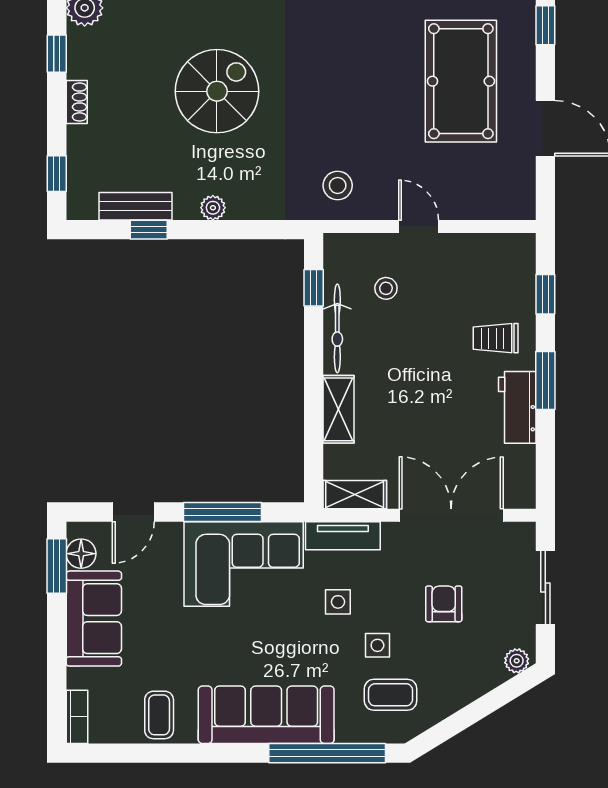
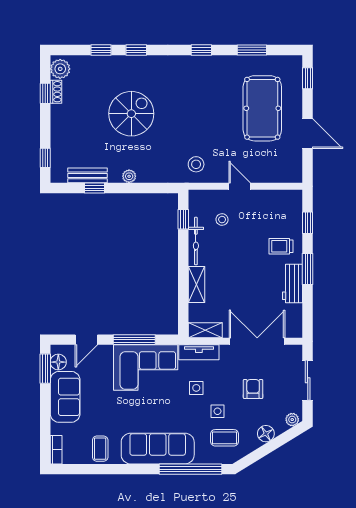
shoe rack: (77, 102) -> (56, 92), moved
floor lamp: (468, 687) -> (266, 434), added

